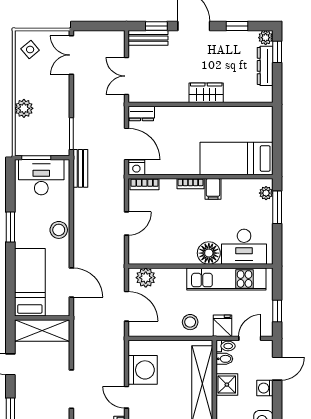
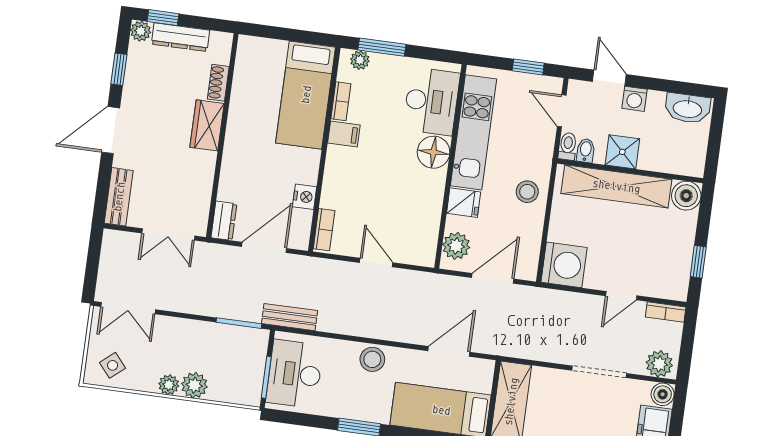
window: (156, 26) -> (104, 183), removed
plant: (22, 91) -> (169, 385), added
shoe rack: (237, 97) -> (218, 83), added
nightstand: (136, 167) -> (305, 197), moved
bookcase: (190, 184) -> (341, 101), moved
fridge: (222, 326) -> (464, 203), moved, turned 180
washing machine: (143, 370) -> (564, 265), moved, turned 90

